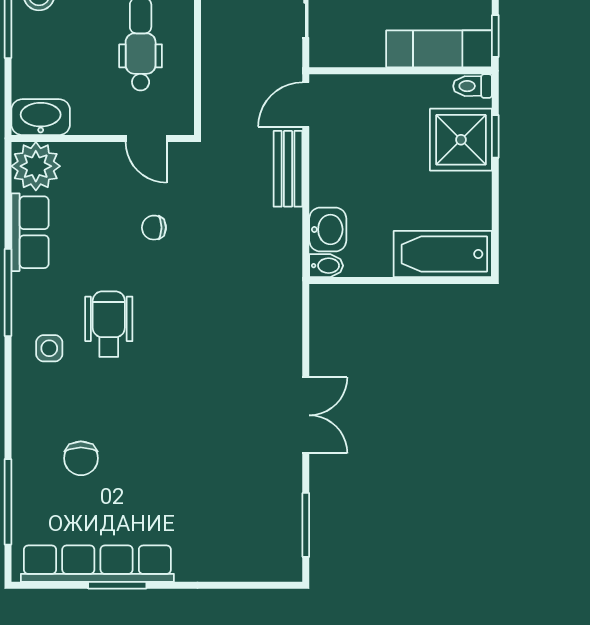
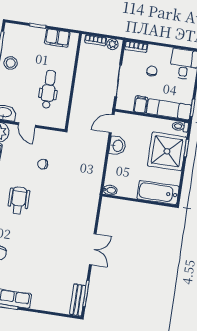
filing cabinet: (369, 47) -> (141, 104), added
door: (146, 138) -> (27, 125), moved
shower: (461, 140) -> (167, 151), width x1.37, depth x1.37
bench: (288, 169) -> (78, 300), moved
washbasin: (328, 229) -> (117, 146), moved

